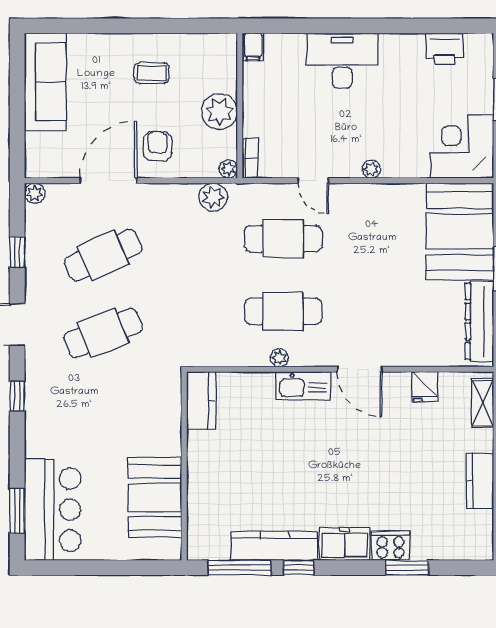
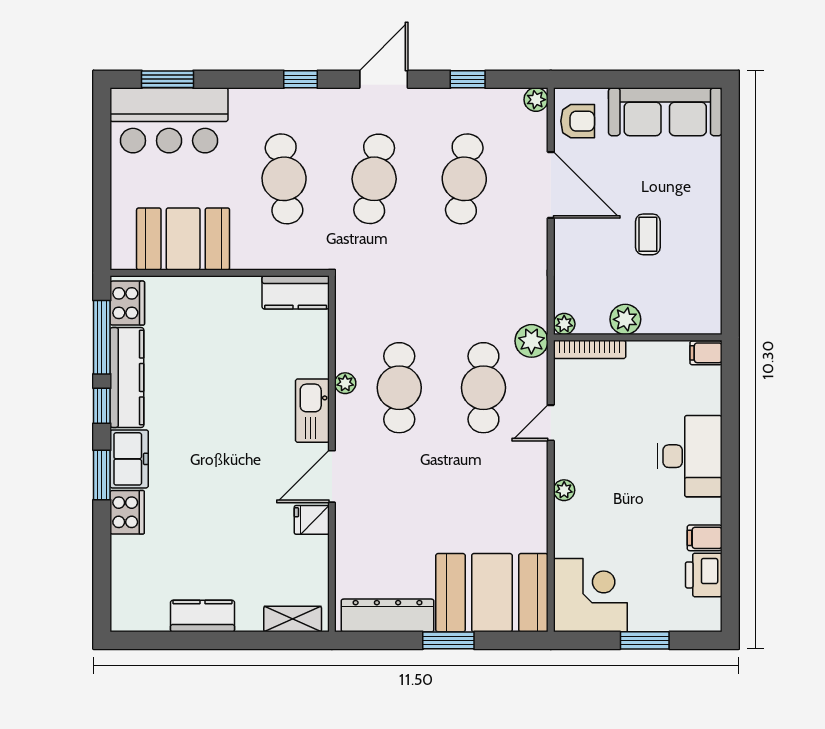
filing cabinet: (413, 48) -> (705, 538), added
coffee table: (152, 73) -> (648, 234), moved
plant: (219, 112) -> (625, 319), width x0.73, depth x0.73
armchair: (157, 146) -> (578, 121), moved
bookcase: (250, 158) -> (590, 349), width x1.56
plant: (213, 197) -> (531, 341), moved
cafe table: (103, 255) -> (464, 179), turned 30
cafe table: (103, 333) -> (374, 179), turned 30
fridge: (425, 387) -> (312, 520), moved
cafe table: (103, 411) -> (284, 179), added
cooker: (210, 546) -> (127, 303), added
window: (407, 568) -> (102, 475), moved

